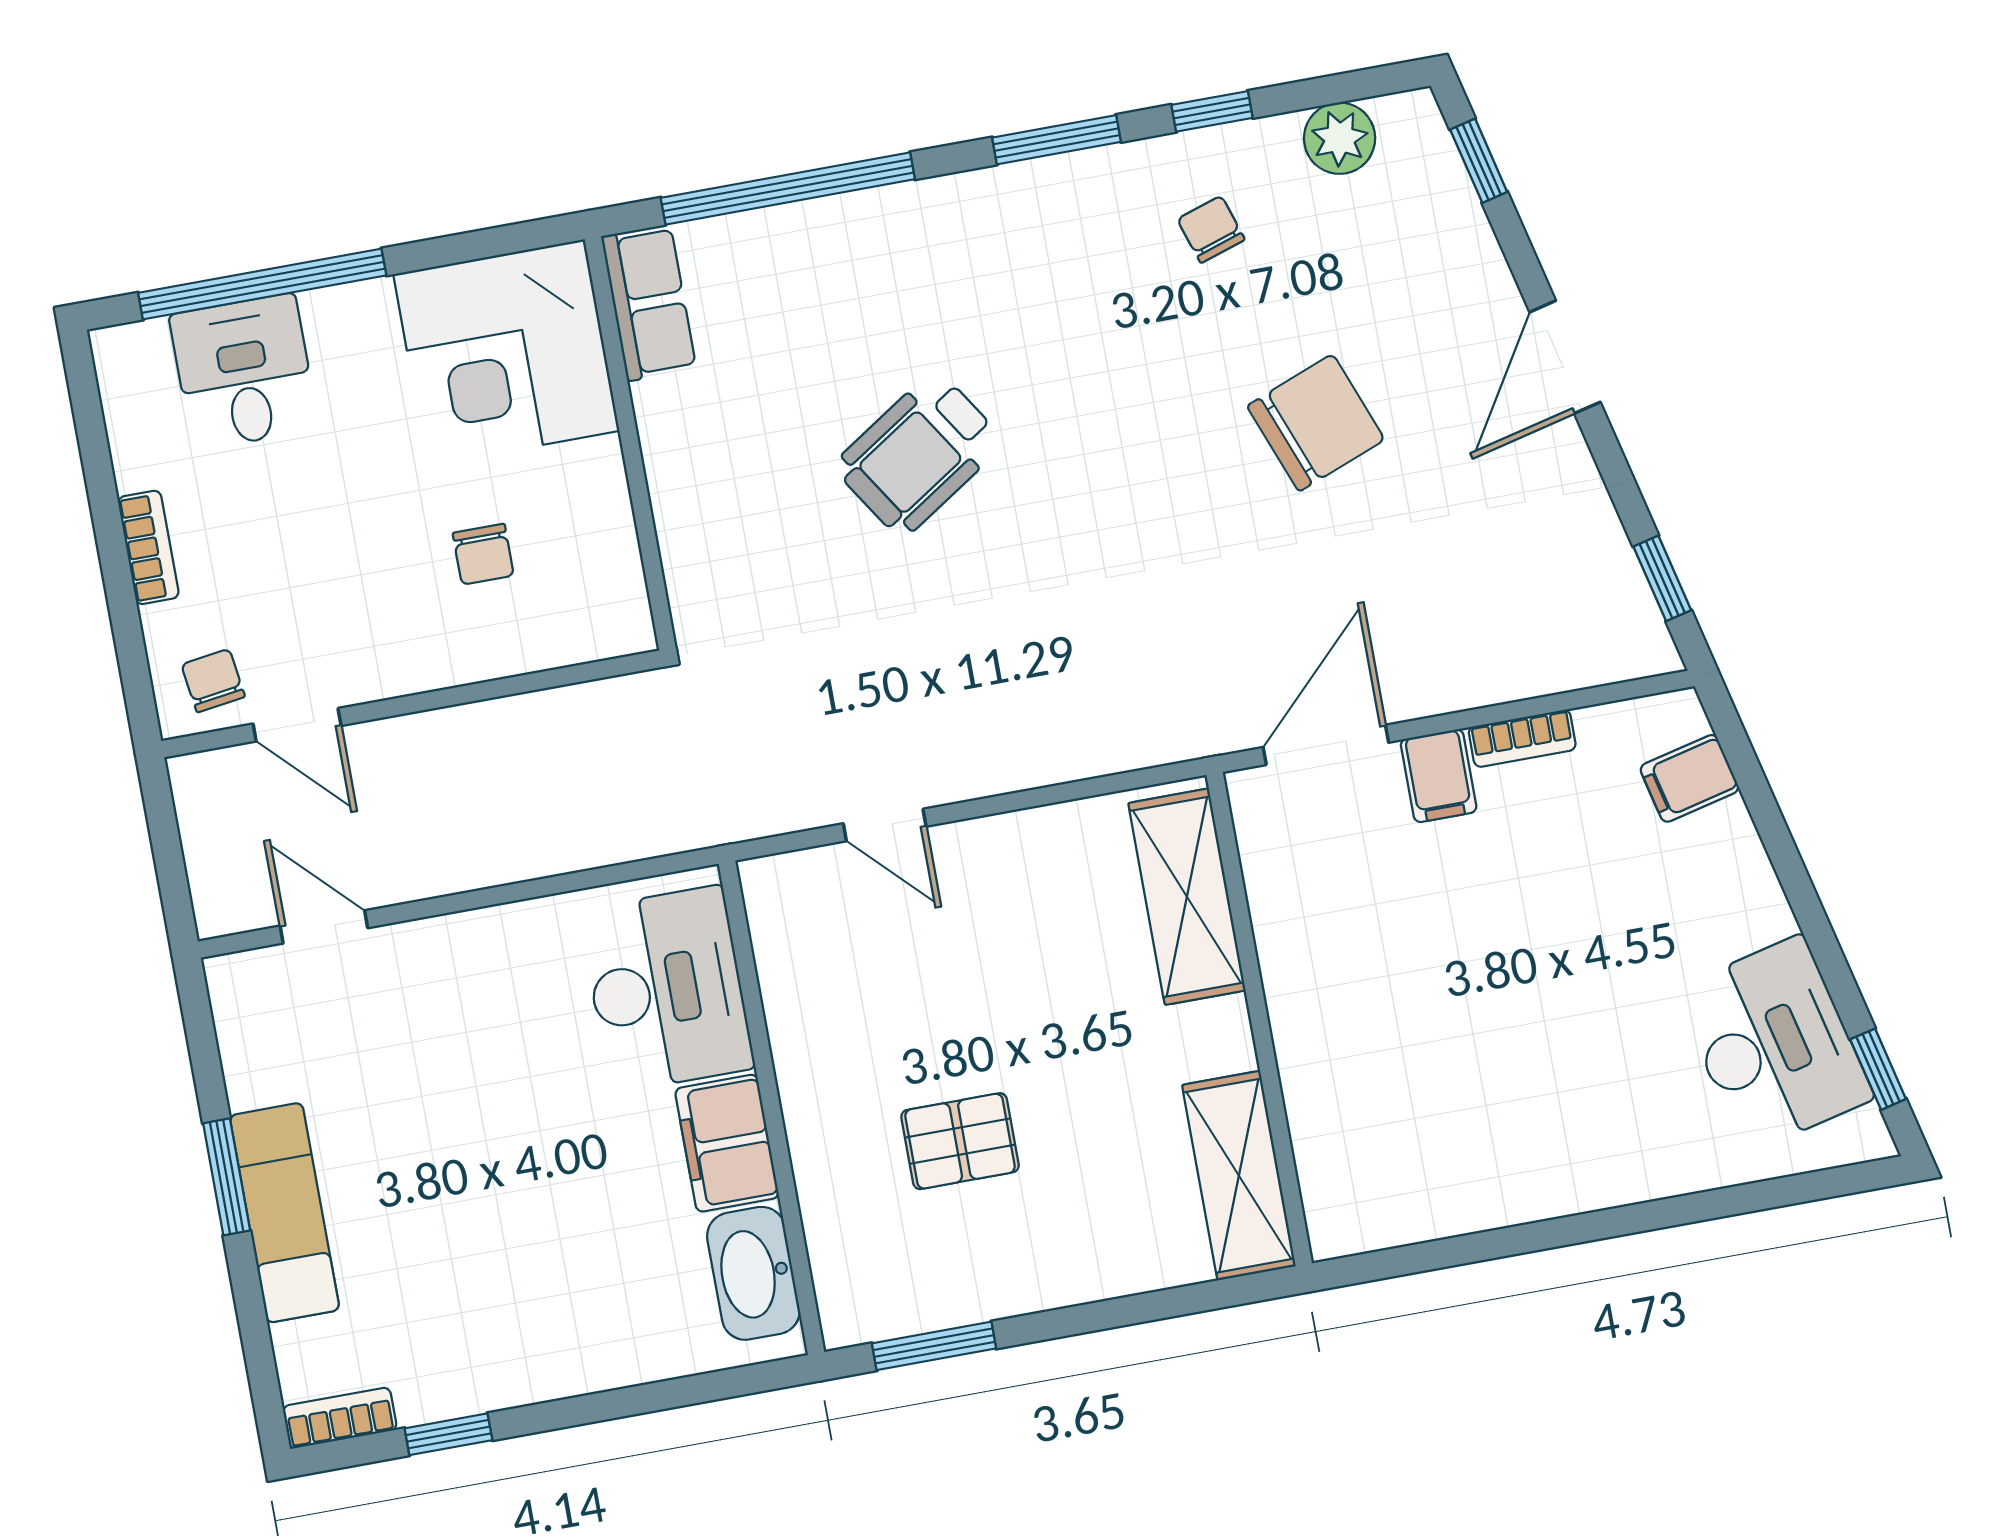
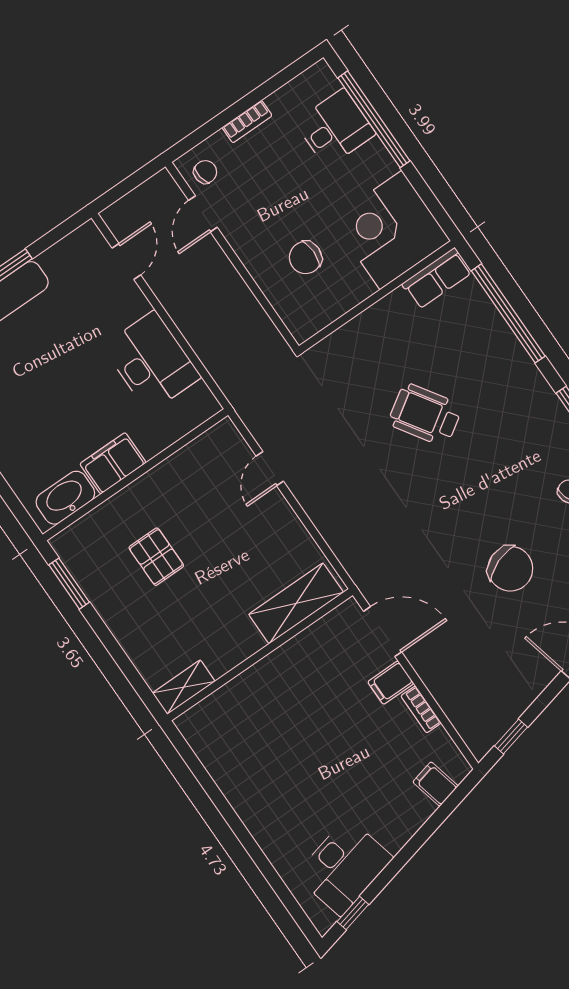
chair: (483, 554) -> (305, 258), width x1.37, depth x1.37
desk: (667, 989) -> (152, 362), moved, turned -90
shelving: (1239, 1176) -> (184, 687), width x0.67, depth x0.75

